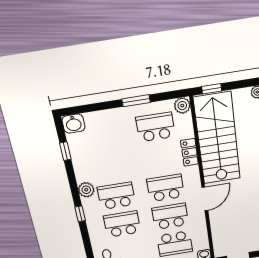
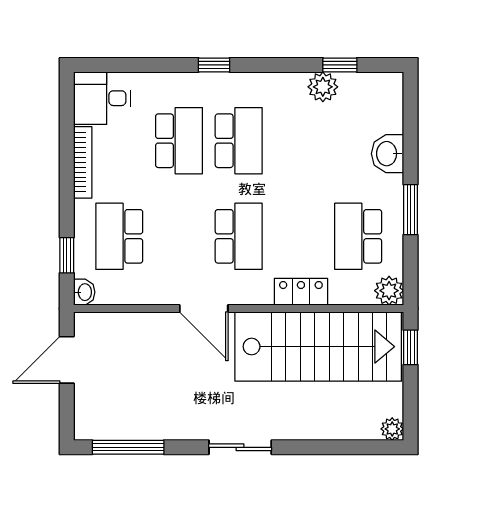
washbasin: (74, 124) -> (388, 154), moved
school desk: (155, 127) -> (358, 236), turned 180
plant: (86, 190) -> (323, 87), moved
school desk: (170, 216) -> (179, 236), removed

